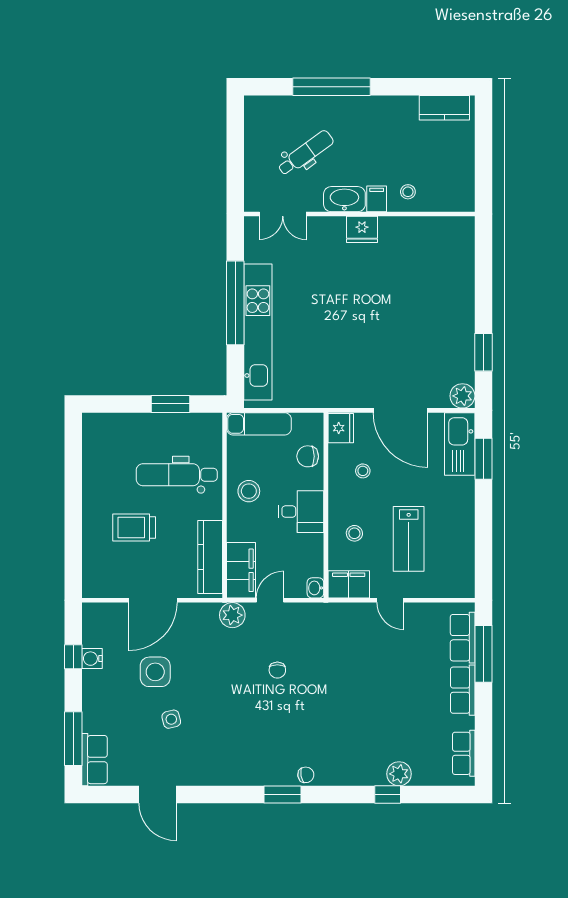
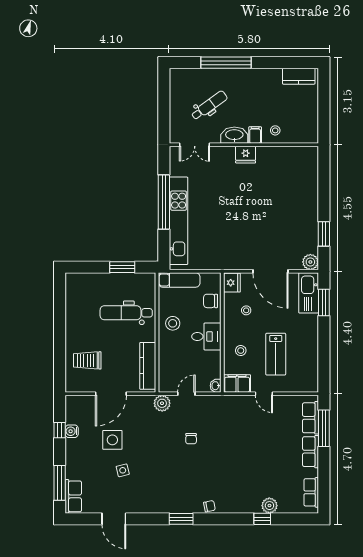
trolley: (134, 527) -> (87, 360), moved
filing cabinet: (241, 570) -> (168, 374), removed
window: (282, 795) -> (181, 519), moved

